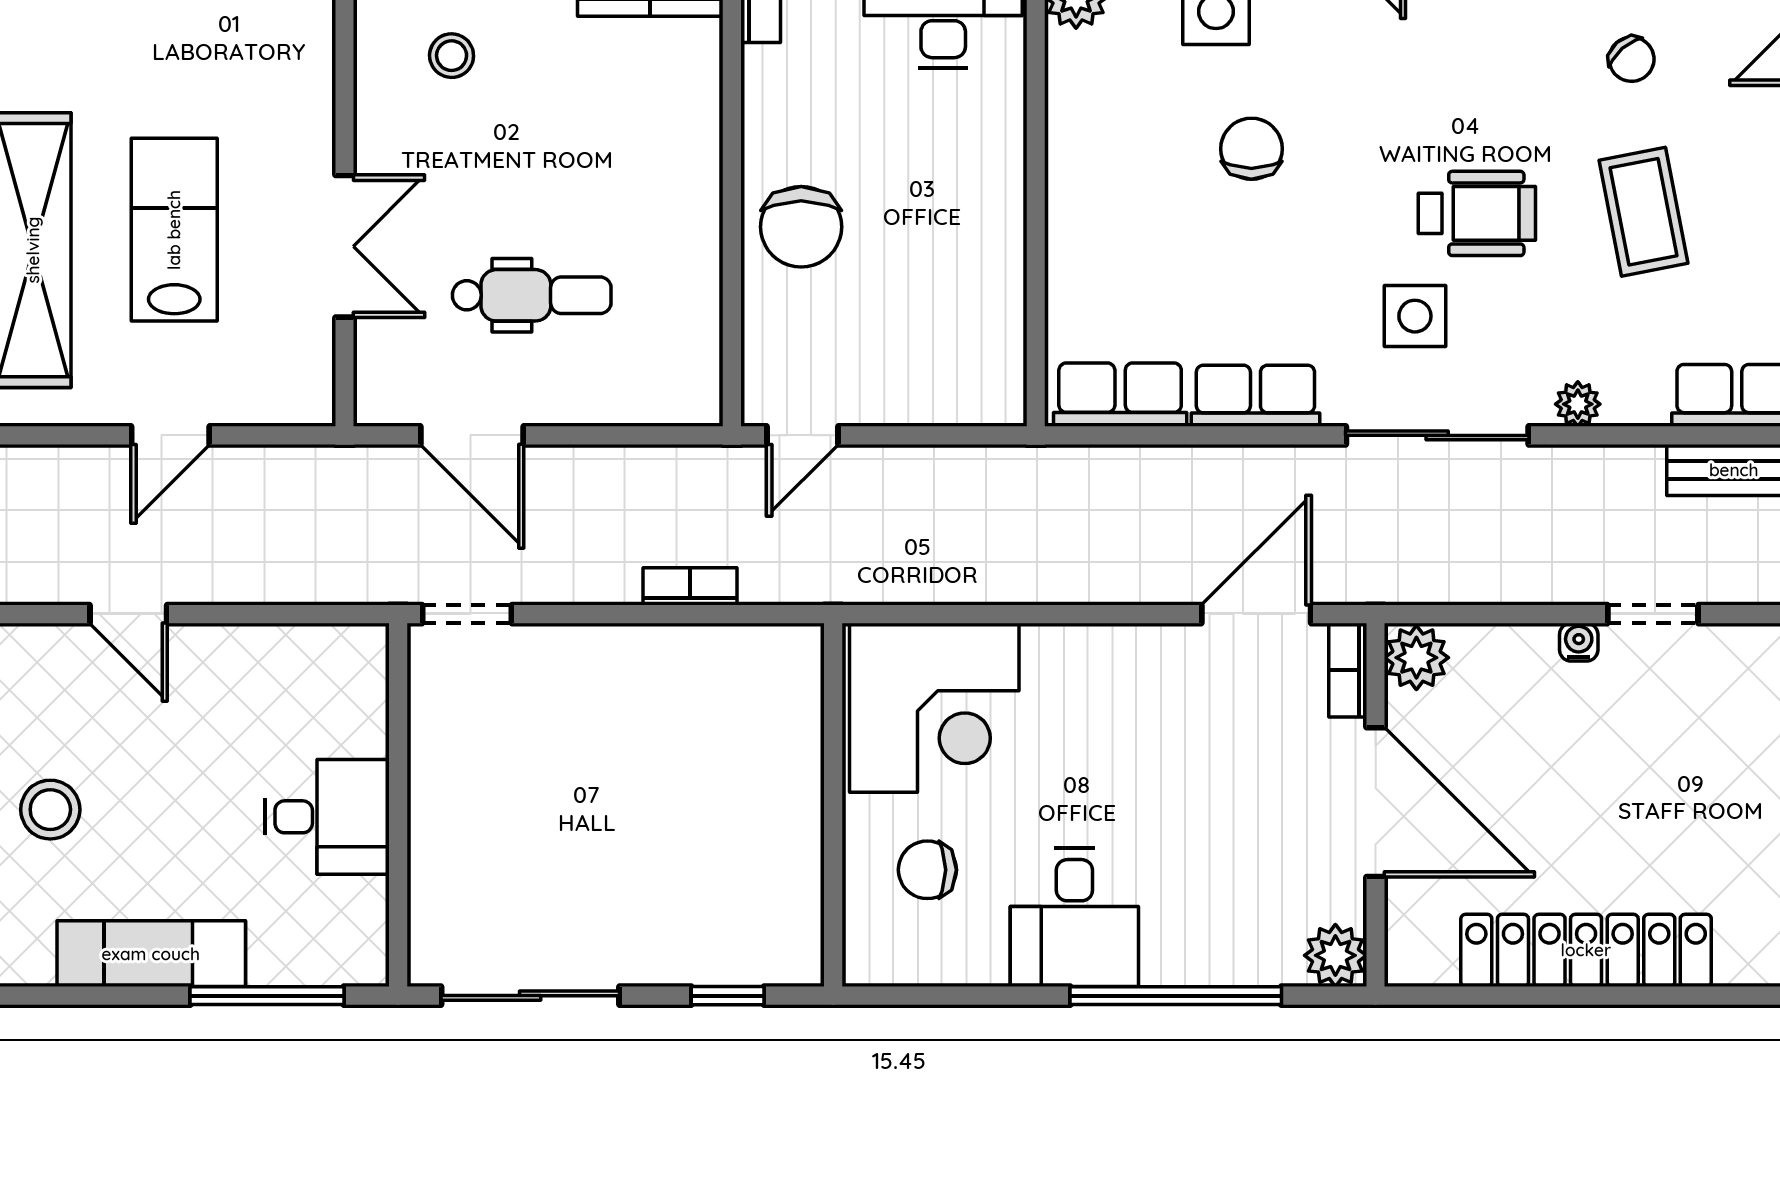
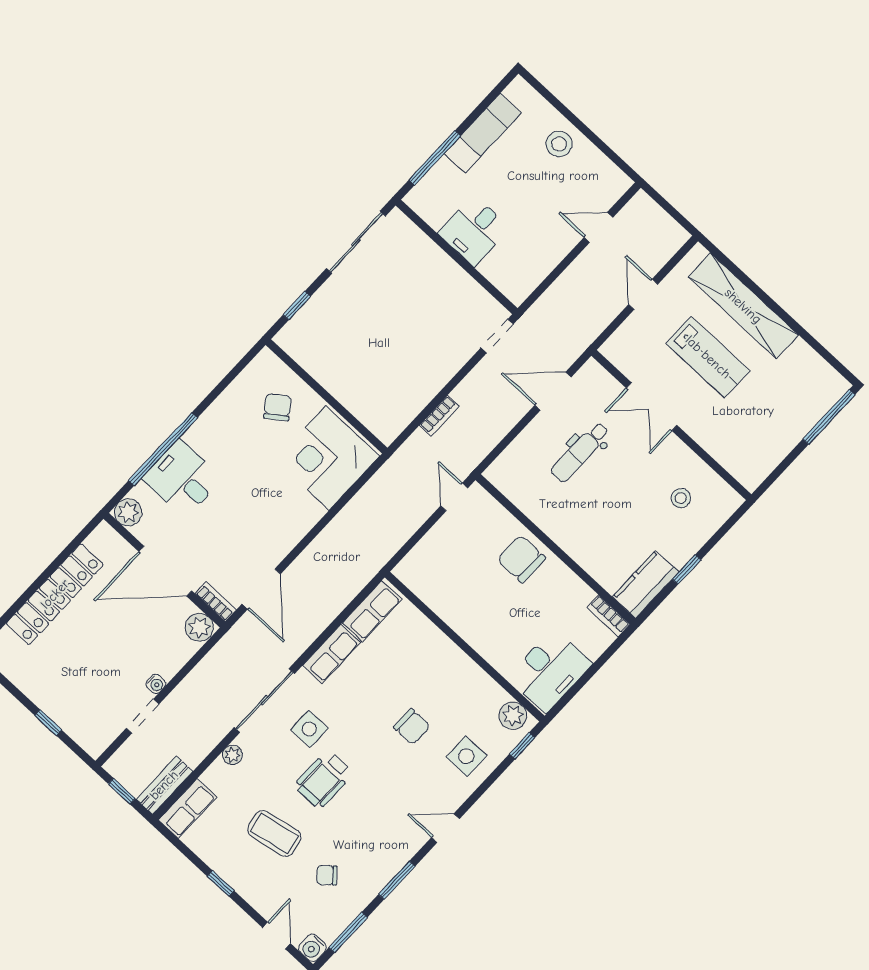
chair: (927, 870) -> (278, 407), turned -36
desk: (1074, 918) -> (182, 479), moved

